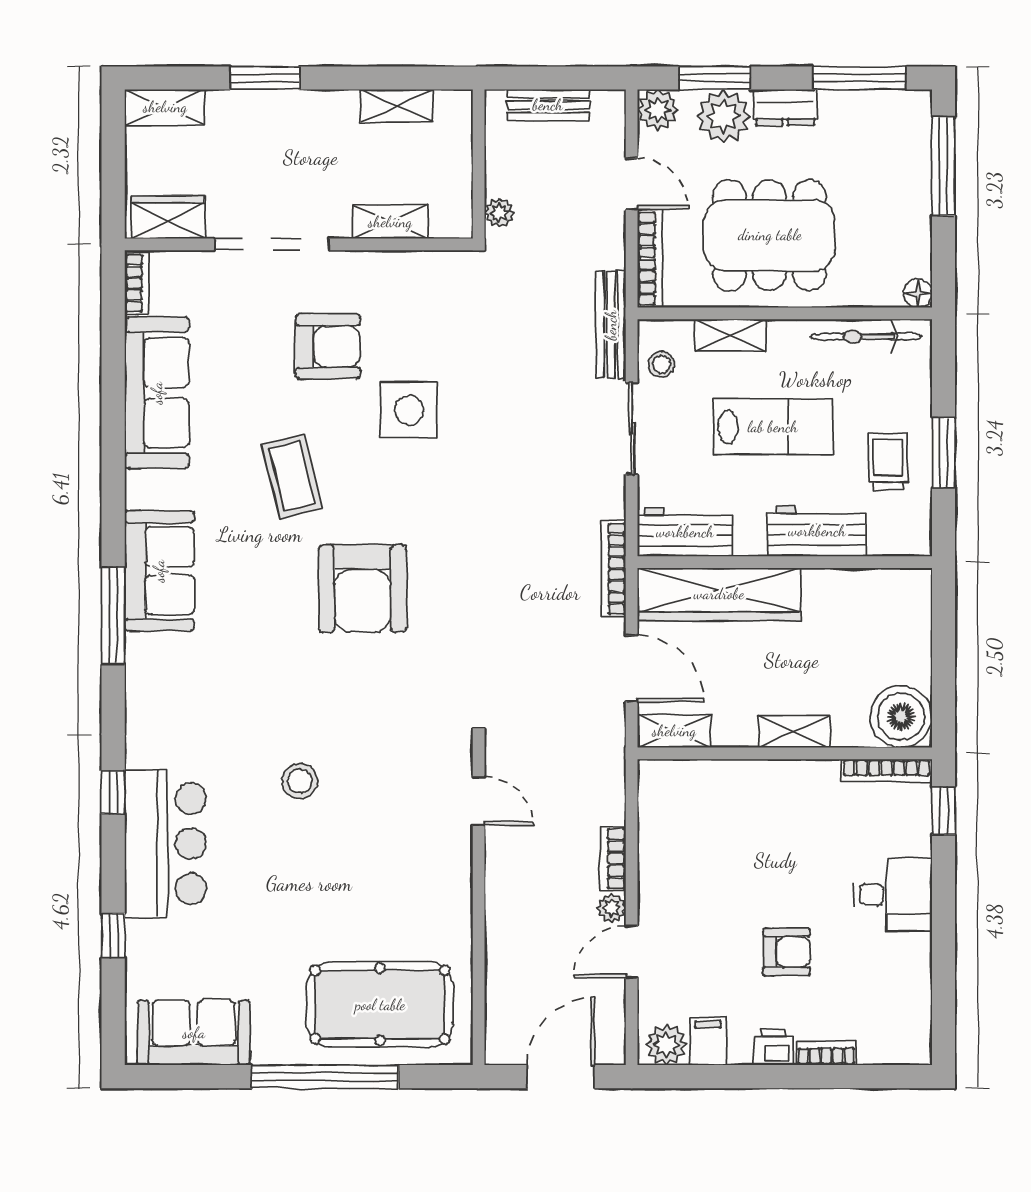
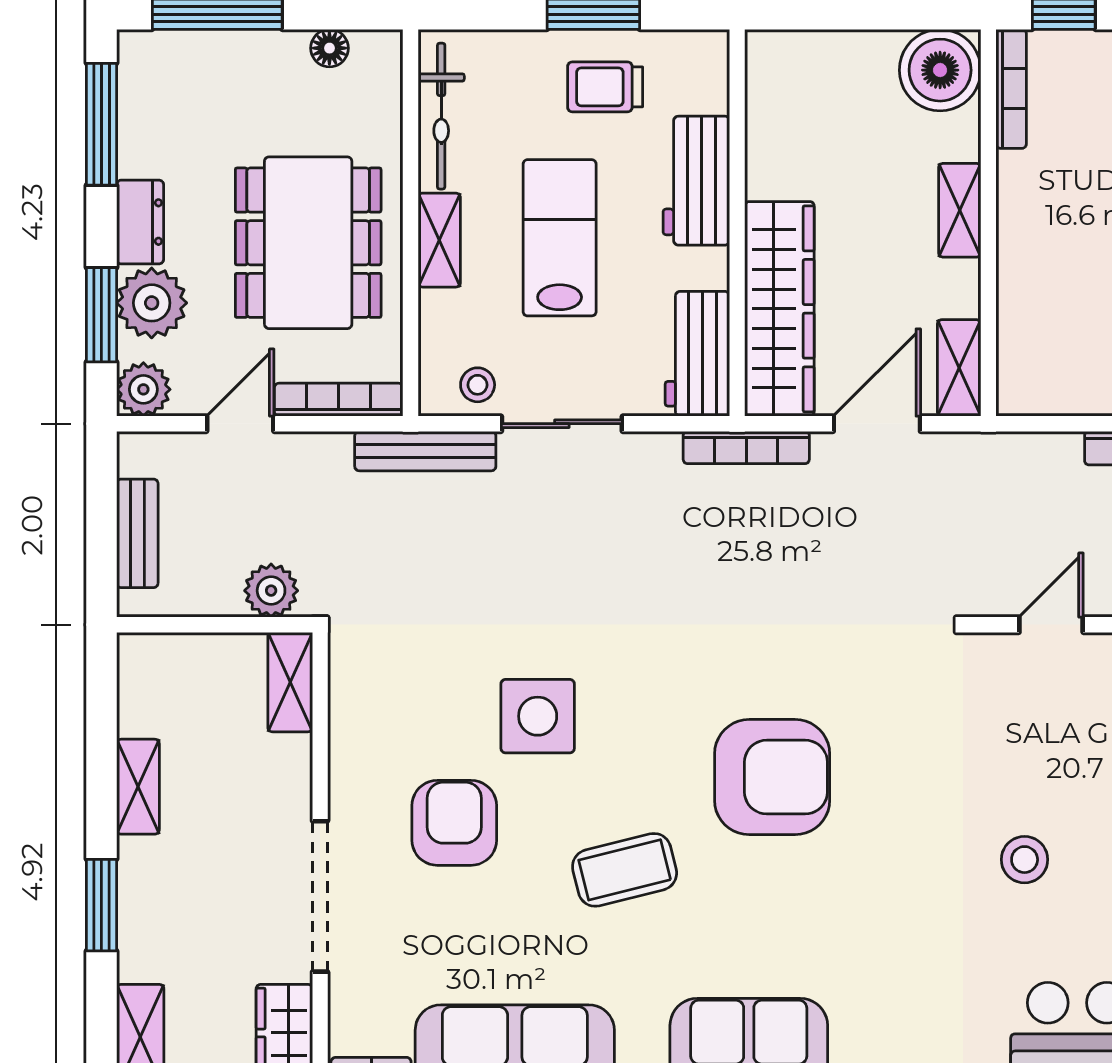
shelving: (397, 106) -> (138, 787), moved
plant: (499, 213) -> (271, 591), width x1.38, depth x1.38
shelving: (390, 222) -> (290, 682), moved
floor lamp: (918, 293) -> (329, 48), moved
shelving: (730, 335) -> (439, 240), moved

